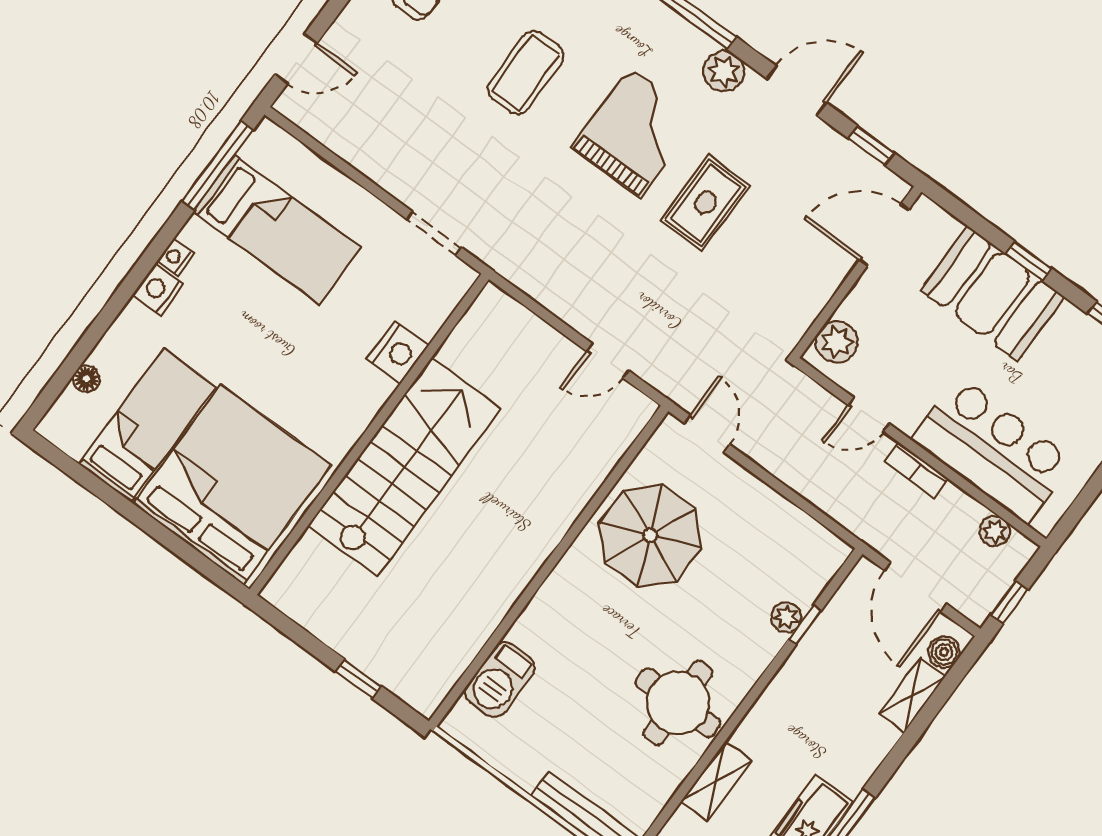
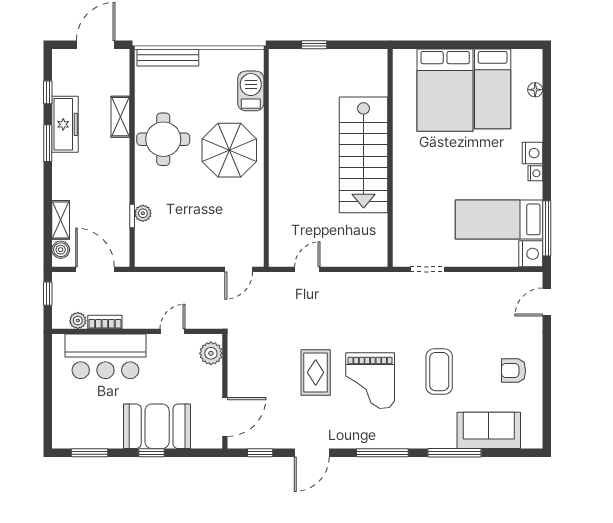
plant: (724, 71) -> (351, 437), removed
nightstand: (398, 352) -> (531, 254), moved, turned 180
door: (707, 434) -> (239, 269), hinge flipped
bookcase: (916, 470) -> (105, 322), moved
bed: (232, 485) -> (445, 90), width x0.73
parasol: (650, 536) -> (229, 150), moved

